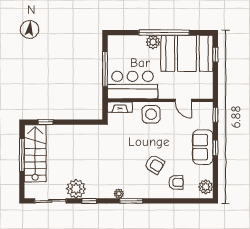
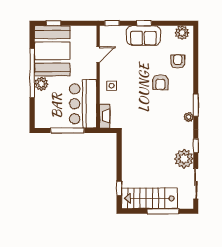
side table: (151, 114) -> (112, 86), width x0.54, depth x0.54
window: (22, 155) -> (163, 211), moved
armchair: (155, 164) -> (160, 82), turned 150

